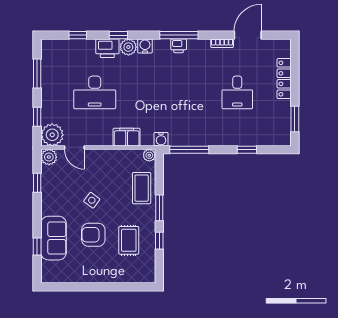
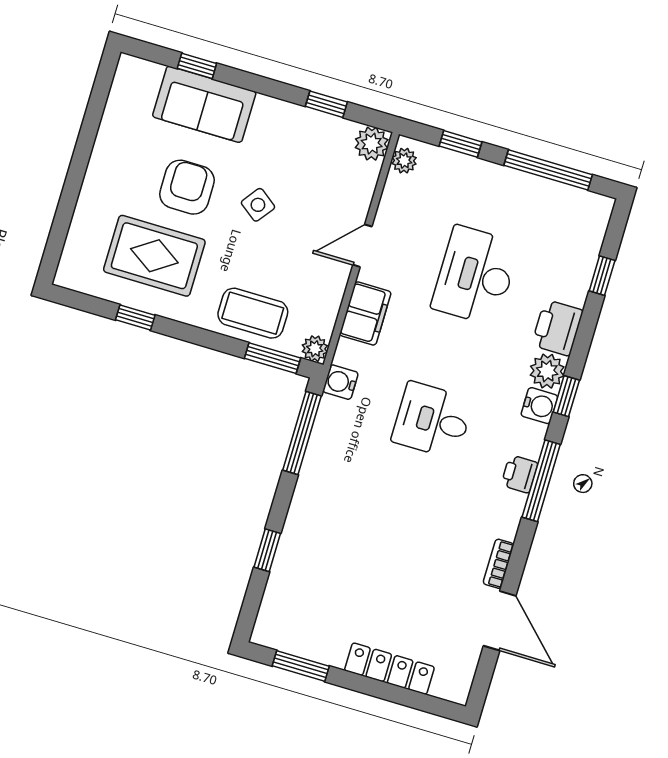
window: (118, 35) -> (566, 396), moved
window: (37, 74) -> (548, 170), width x1.44
desk: (237, 92) -> (432, 420), moved
plant: (52, 135) -> (404, 161), width x0.53, depth x0.53
door: (74, 147) -> (362, 246), moved
window: (159, 208) -> (273, 358), moved
rug: (129, 240) -> (154, 256), width x1.36, depth x1.43

